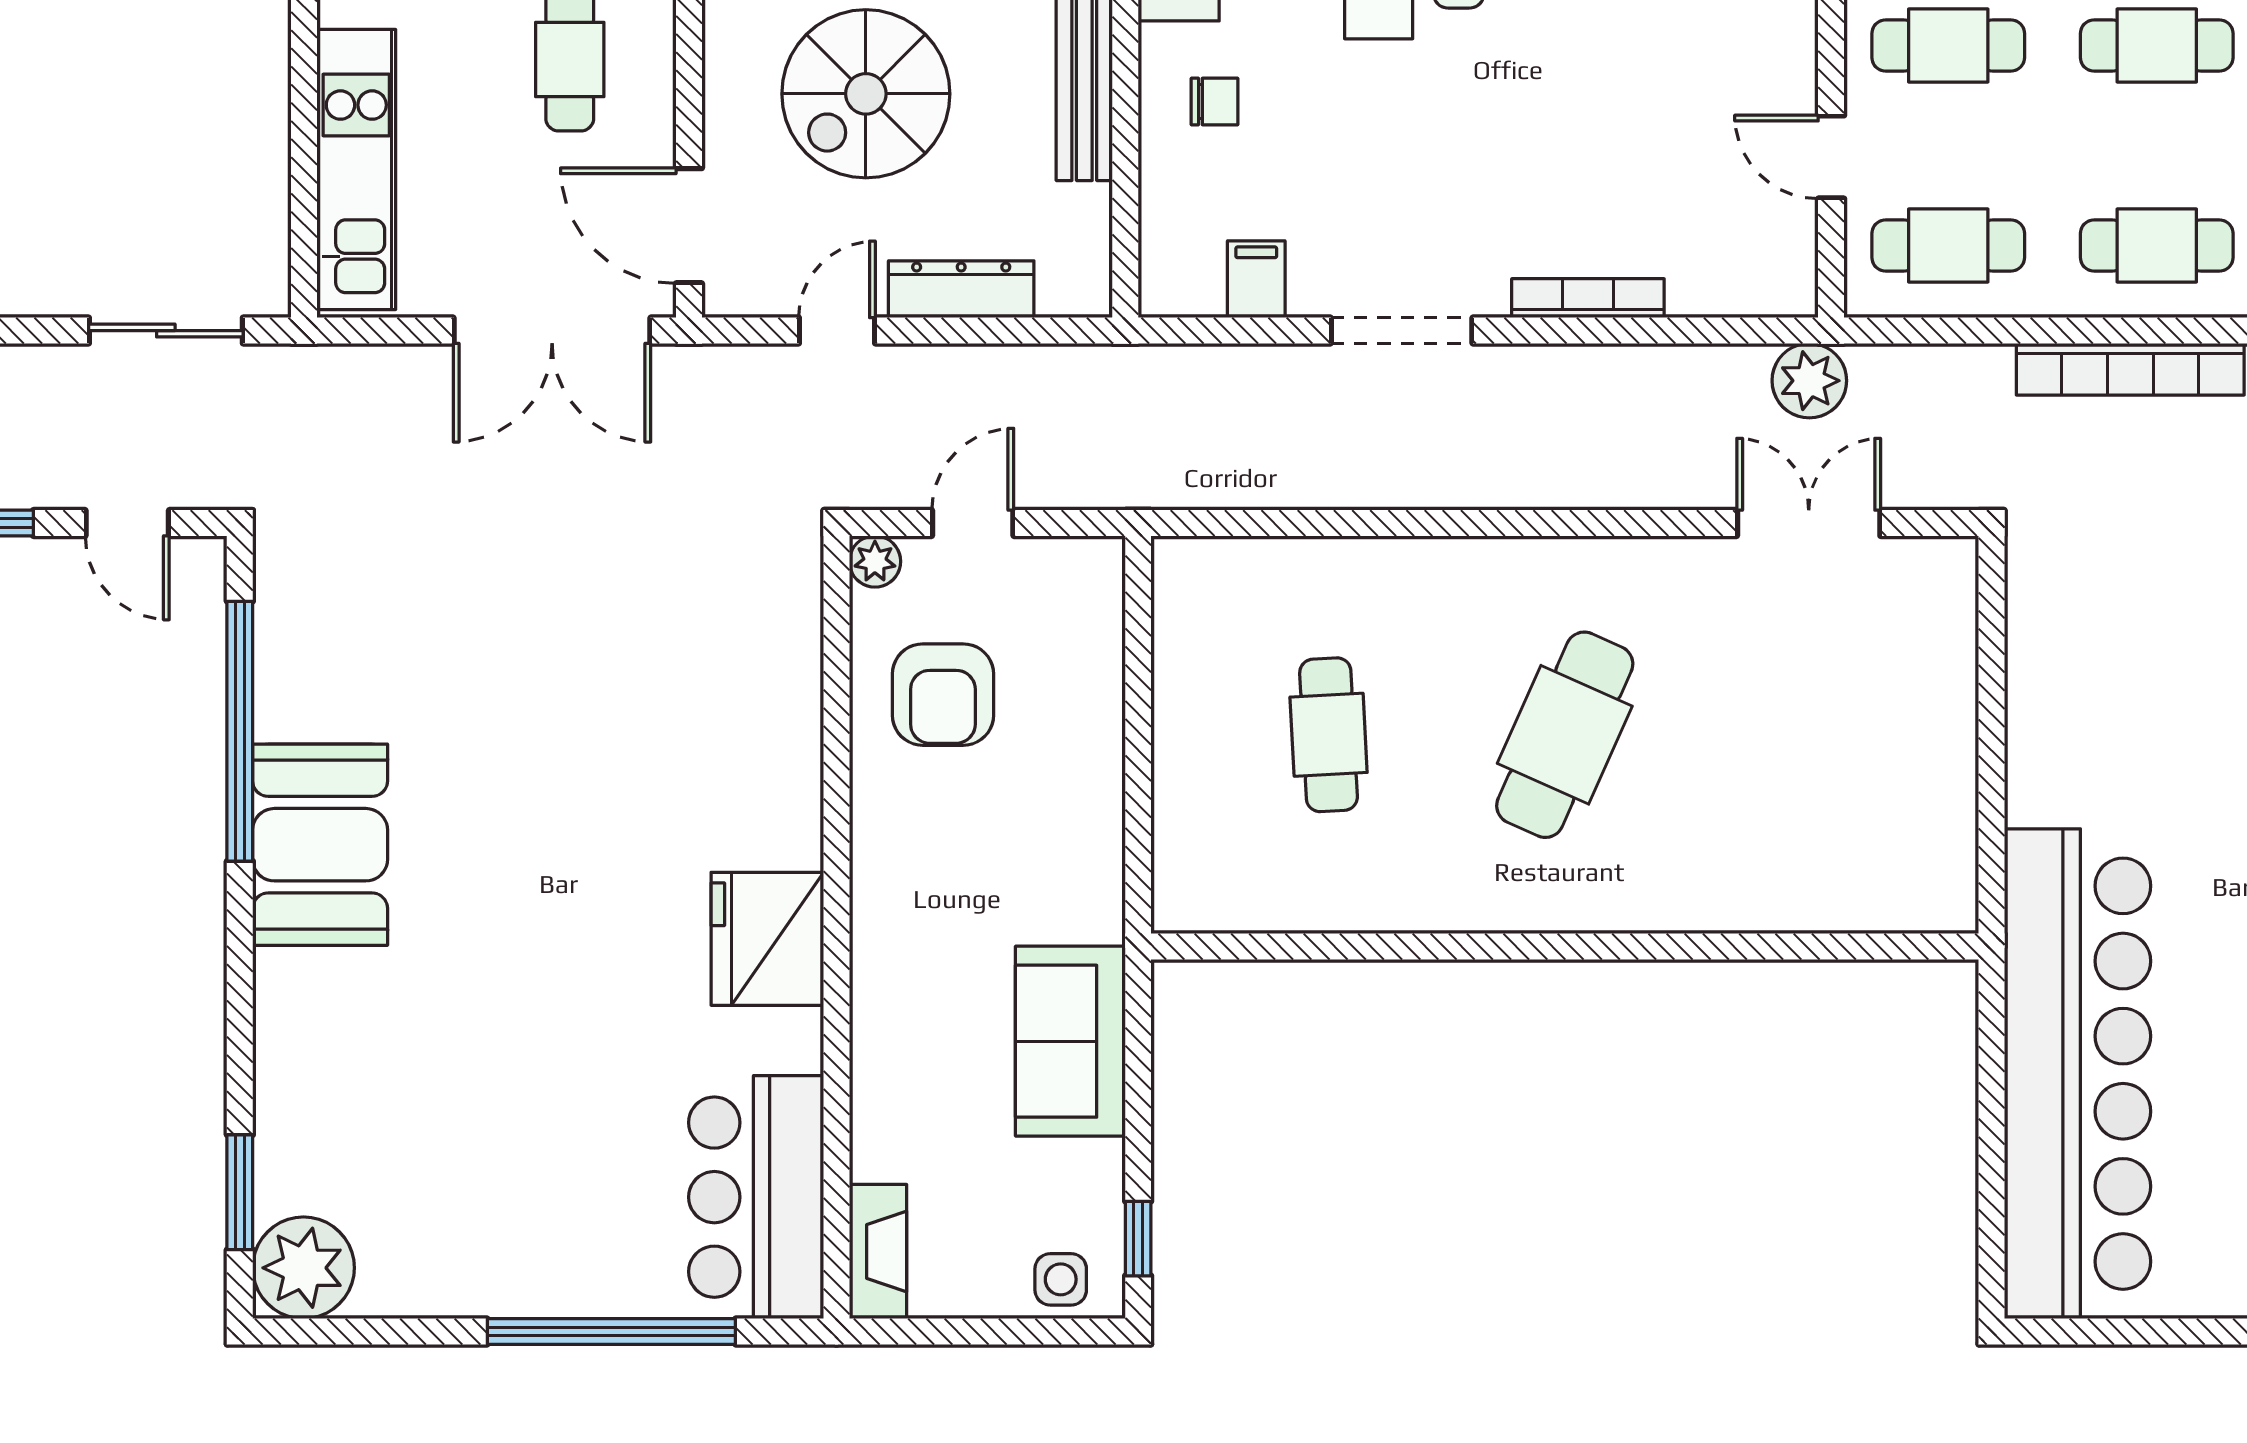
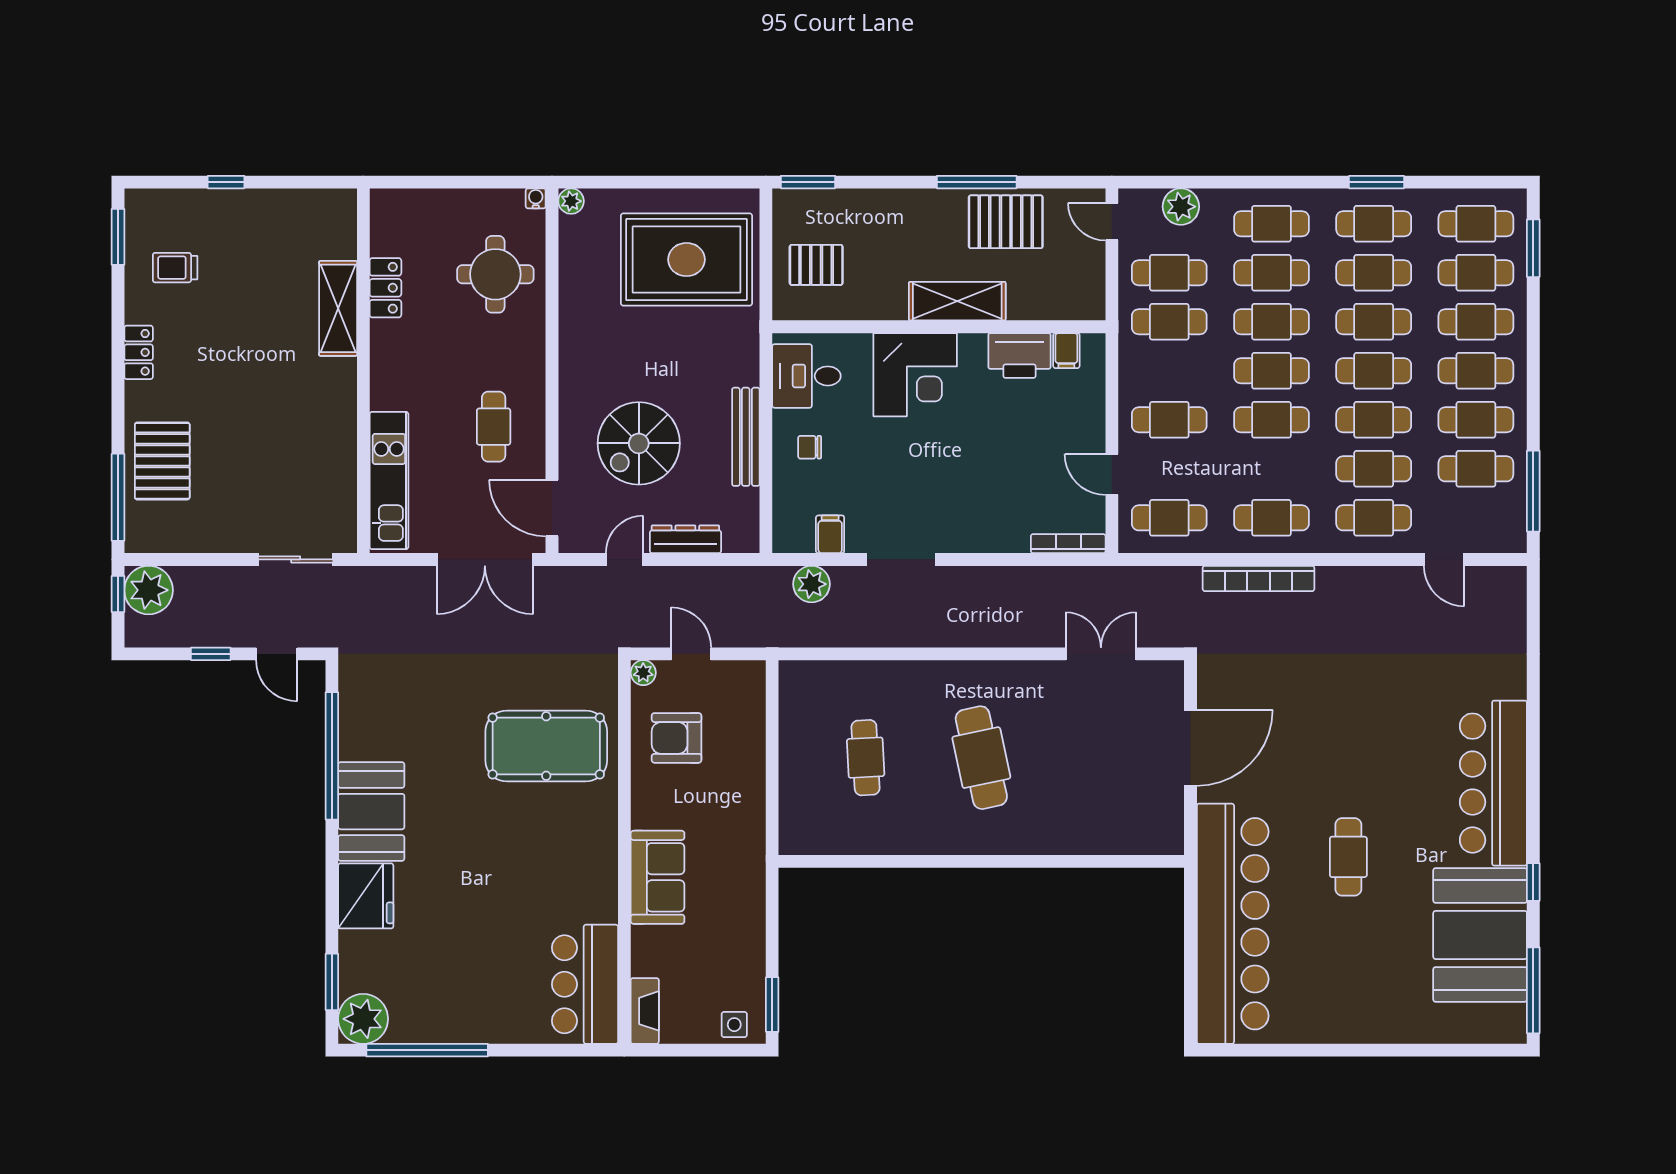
chair: (1214, 101) -> (810, 447), turned 180
bookcase: (1588, 298) -> (1068, 544), moved
plant: (1809, 381) -> (812, 584), moved
door: (973, 523) -> (691, 654), hinge flipped
armchair: (943, 695) -> (677, 738), turned 90
pool table: (677, 711) -> (546, 746), added
door: (1991, 715) -> (1190, 748), added
cafe table: (1565, 735) -> (981, 758), turned -36
fridge: (767, 939) -> (366, 896), moved, turned 180
sofa: (1070, 1041) -> (658, 877), moved, turned 180
window: (1138, 1239) -> (772, 1005), width x1.50
window: (611, 1331) -> (427, 1050), moved

